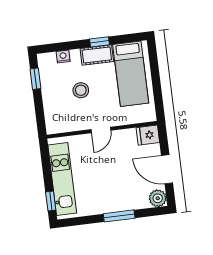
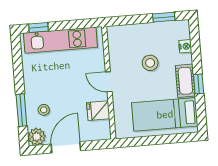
fridge: (148, 135) -> (98, 111), moved, turned -90
stool: (131, 193) -> (44, 110), added
window: (119, 216) -> (21, 110), moved

